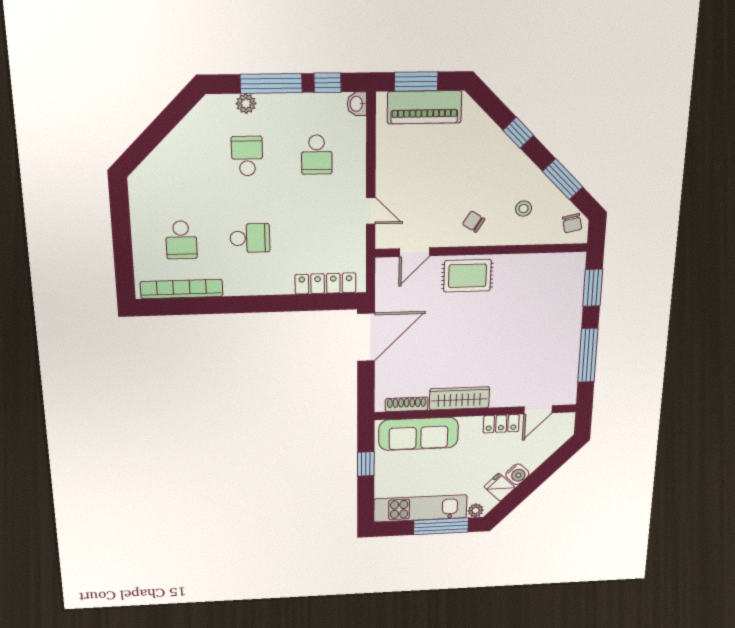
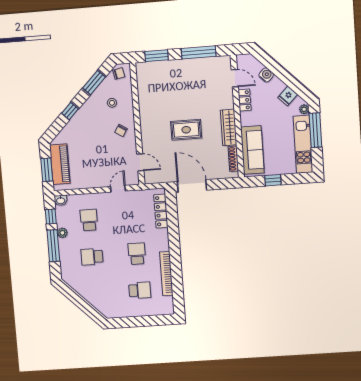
plant: (246, 104) -> (62, 233), moved
school desk: (317, 155) -> (89, 220), turned -90
rug: (467, 276) -> (186, 130), moved, turned 90
bookcase: (182, 289) -> (166, 274), moved
water cooler: (517, 474) -> (266, 75), moved

